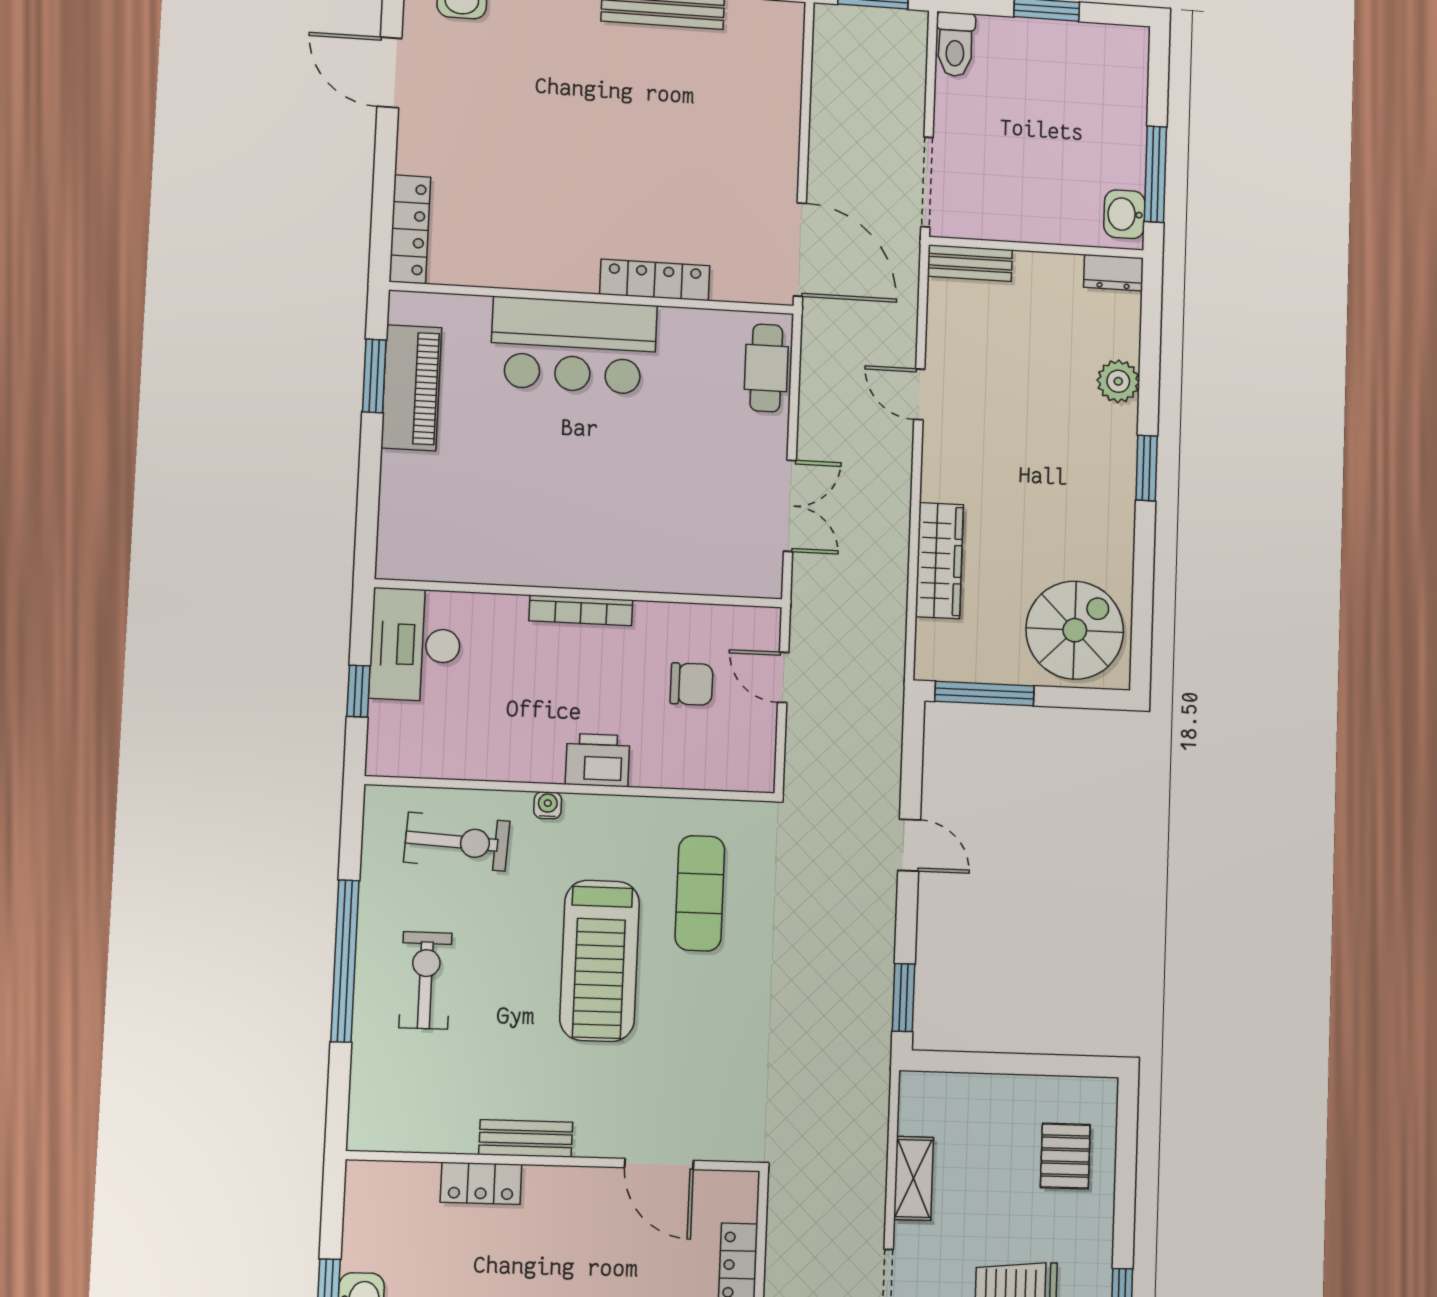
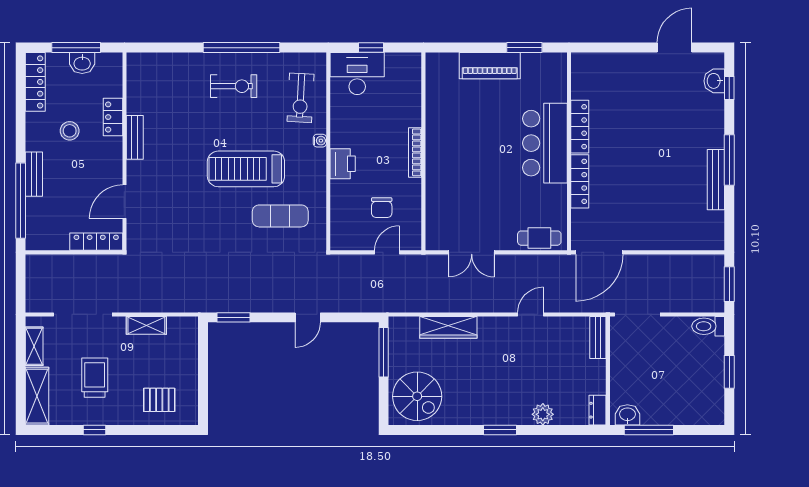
locker: (410, 229) -> (580, 127), moved, turned -90
piano: (411, 388) -> (490, 66), moved
desk: (415, 645) -> (357, 74), moved
bench: (526, 1138) -> (135, 137), moved
wall: (554, 1161) -> (124, 151), moved
door: (659, 1164) -> (124, 202), moved
locker: (481, 1183) -> (113, 117), moved

